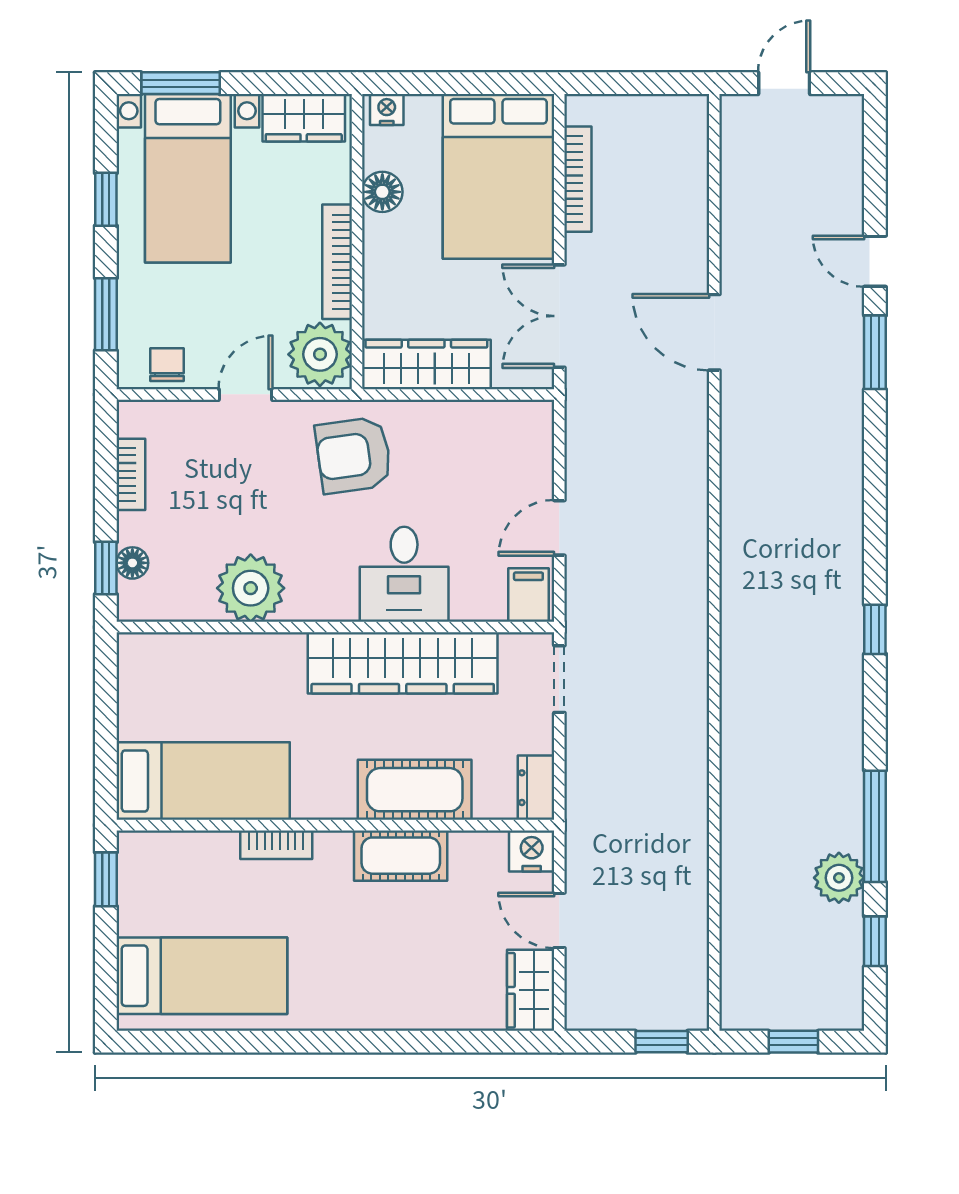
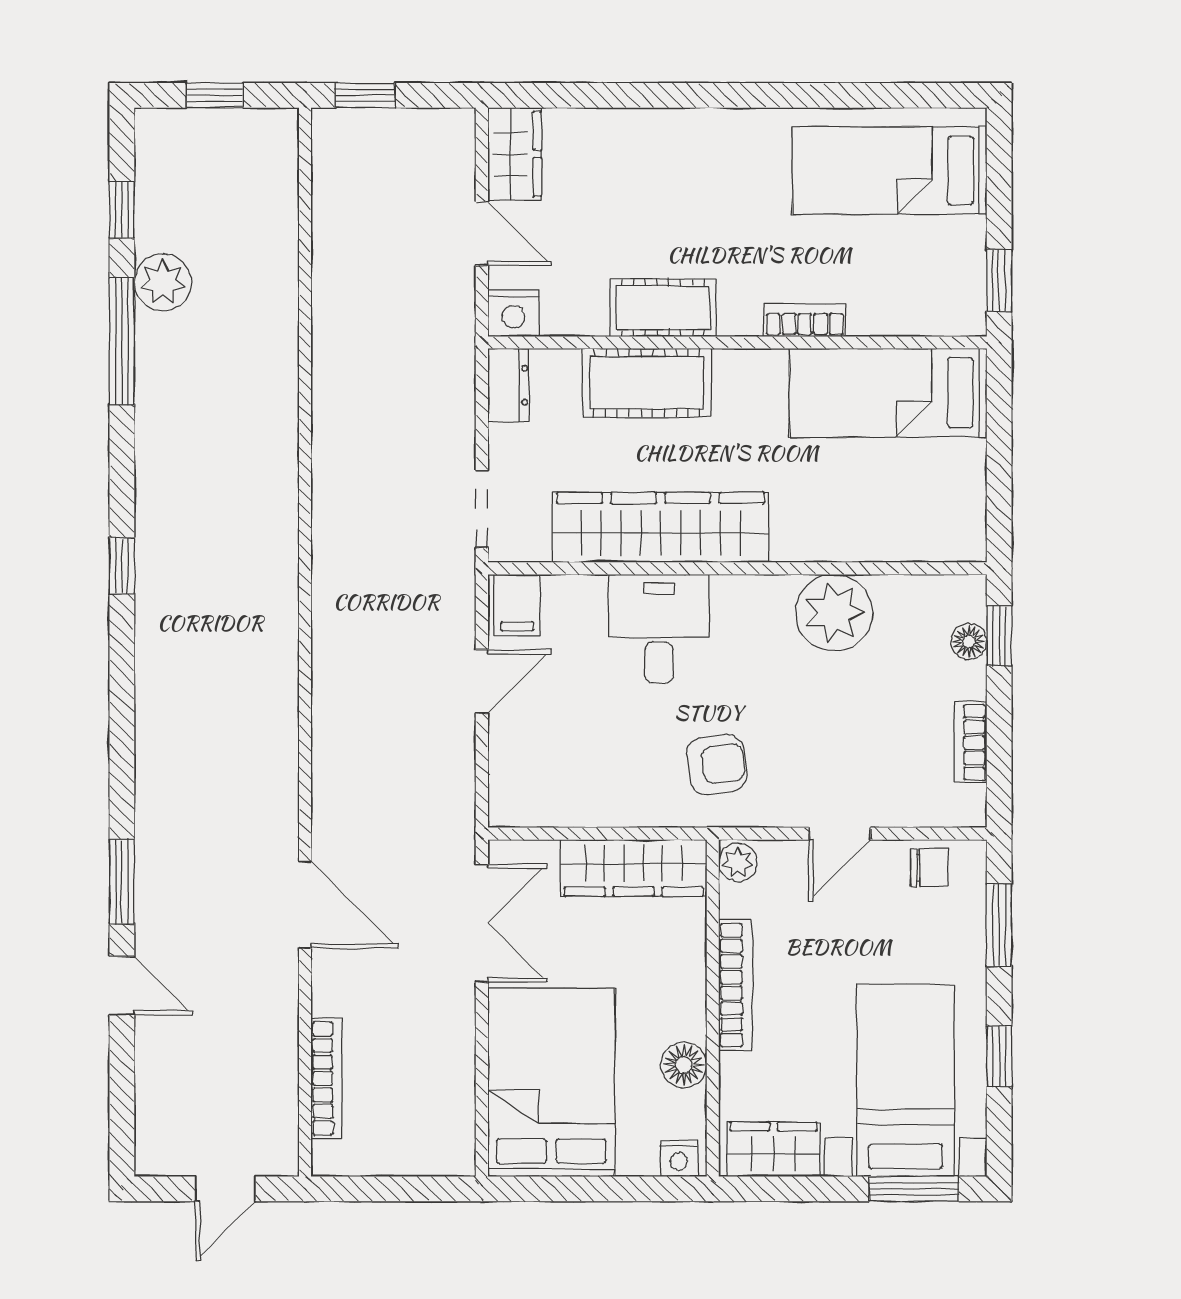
bookcase: (578, 179) -> (326, 1078), moved, turned 180
plant: (320, 354) -> (738, 863), width x0.53, depth x0.53
chair: (167, 365) -> (929, 868), turned -90
armchair: (354, 455) -> (717, 764), width x0.72, depth x0.72

